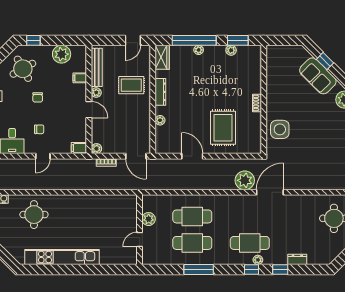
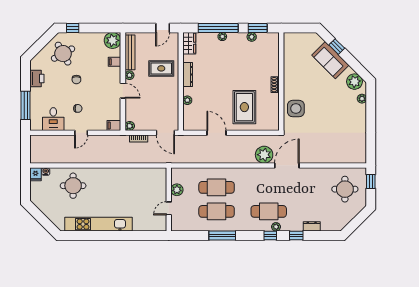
plant: (62, 54) -> (113, 40), moved

